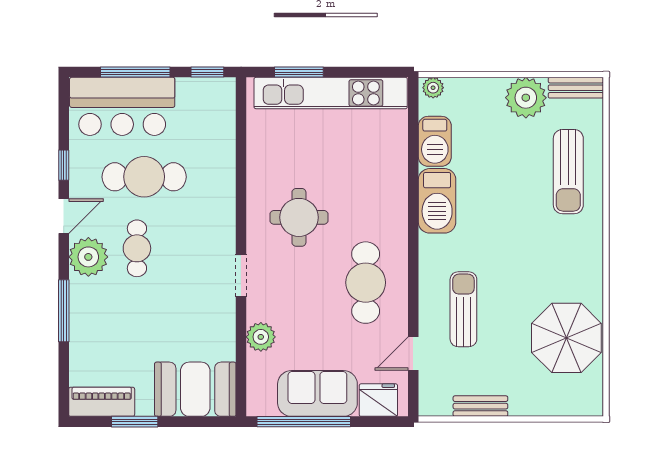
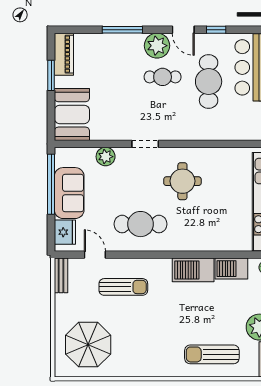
parasol: (566, 338) -> (88, 345), moved
bench: (480, 406) -> (61, 275), moved

